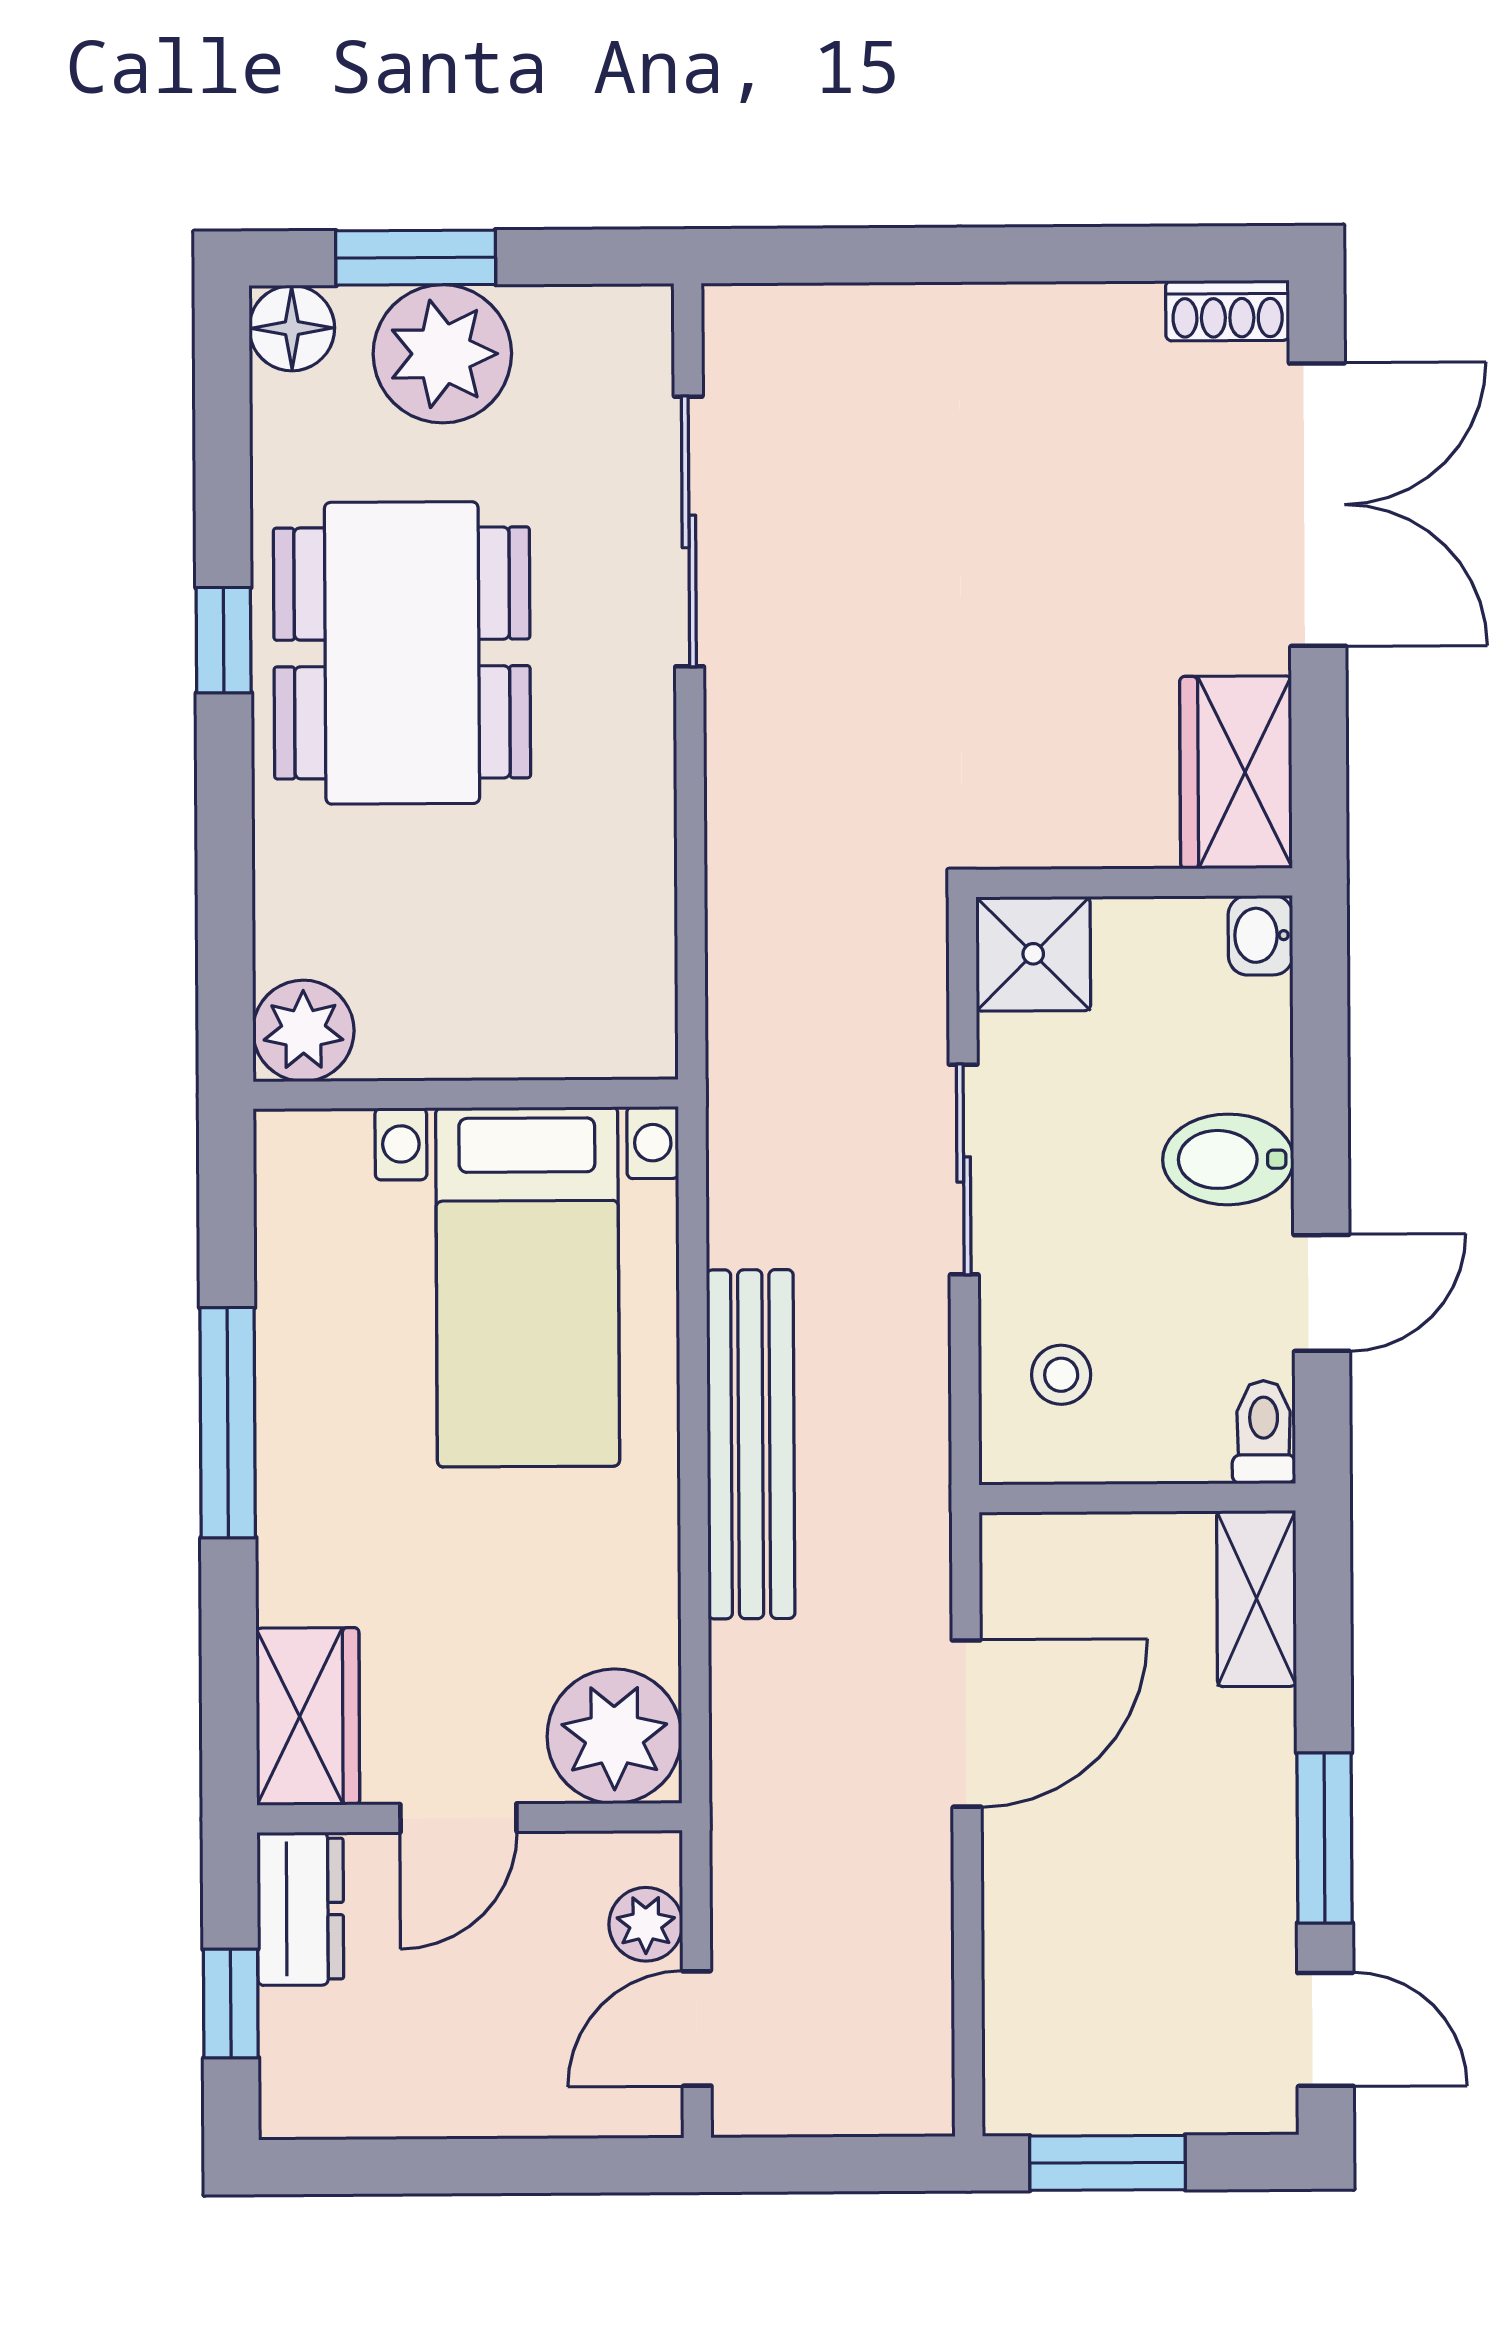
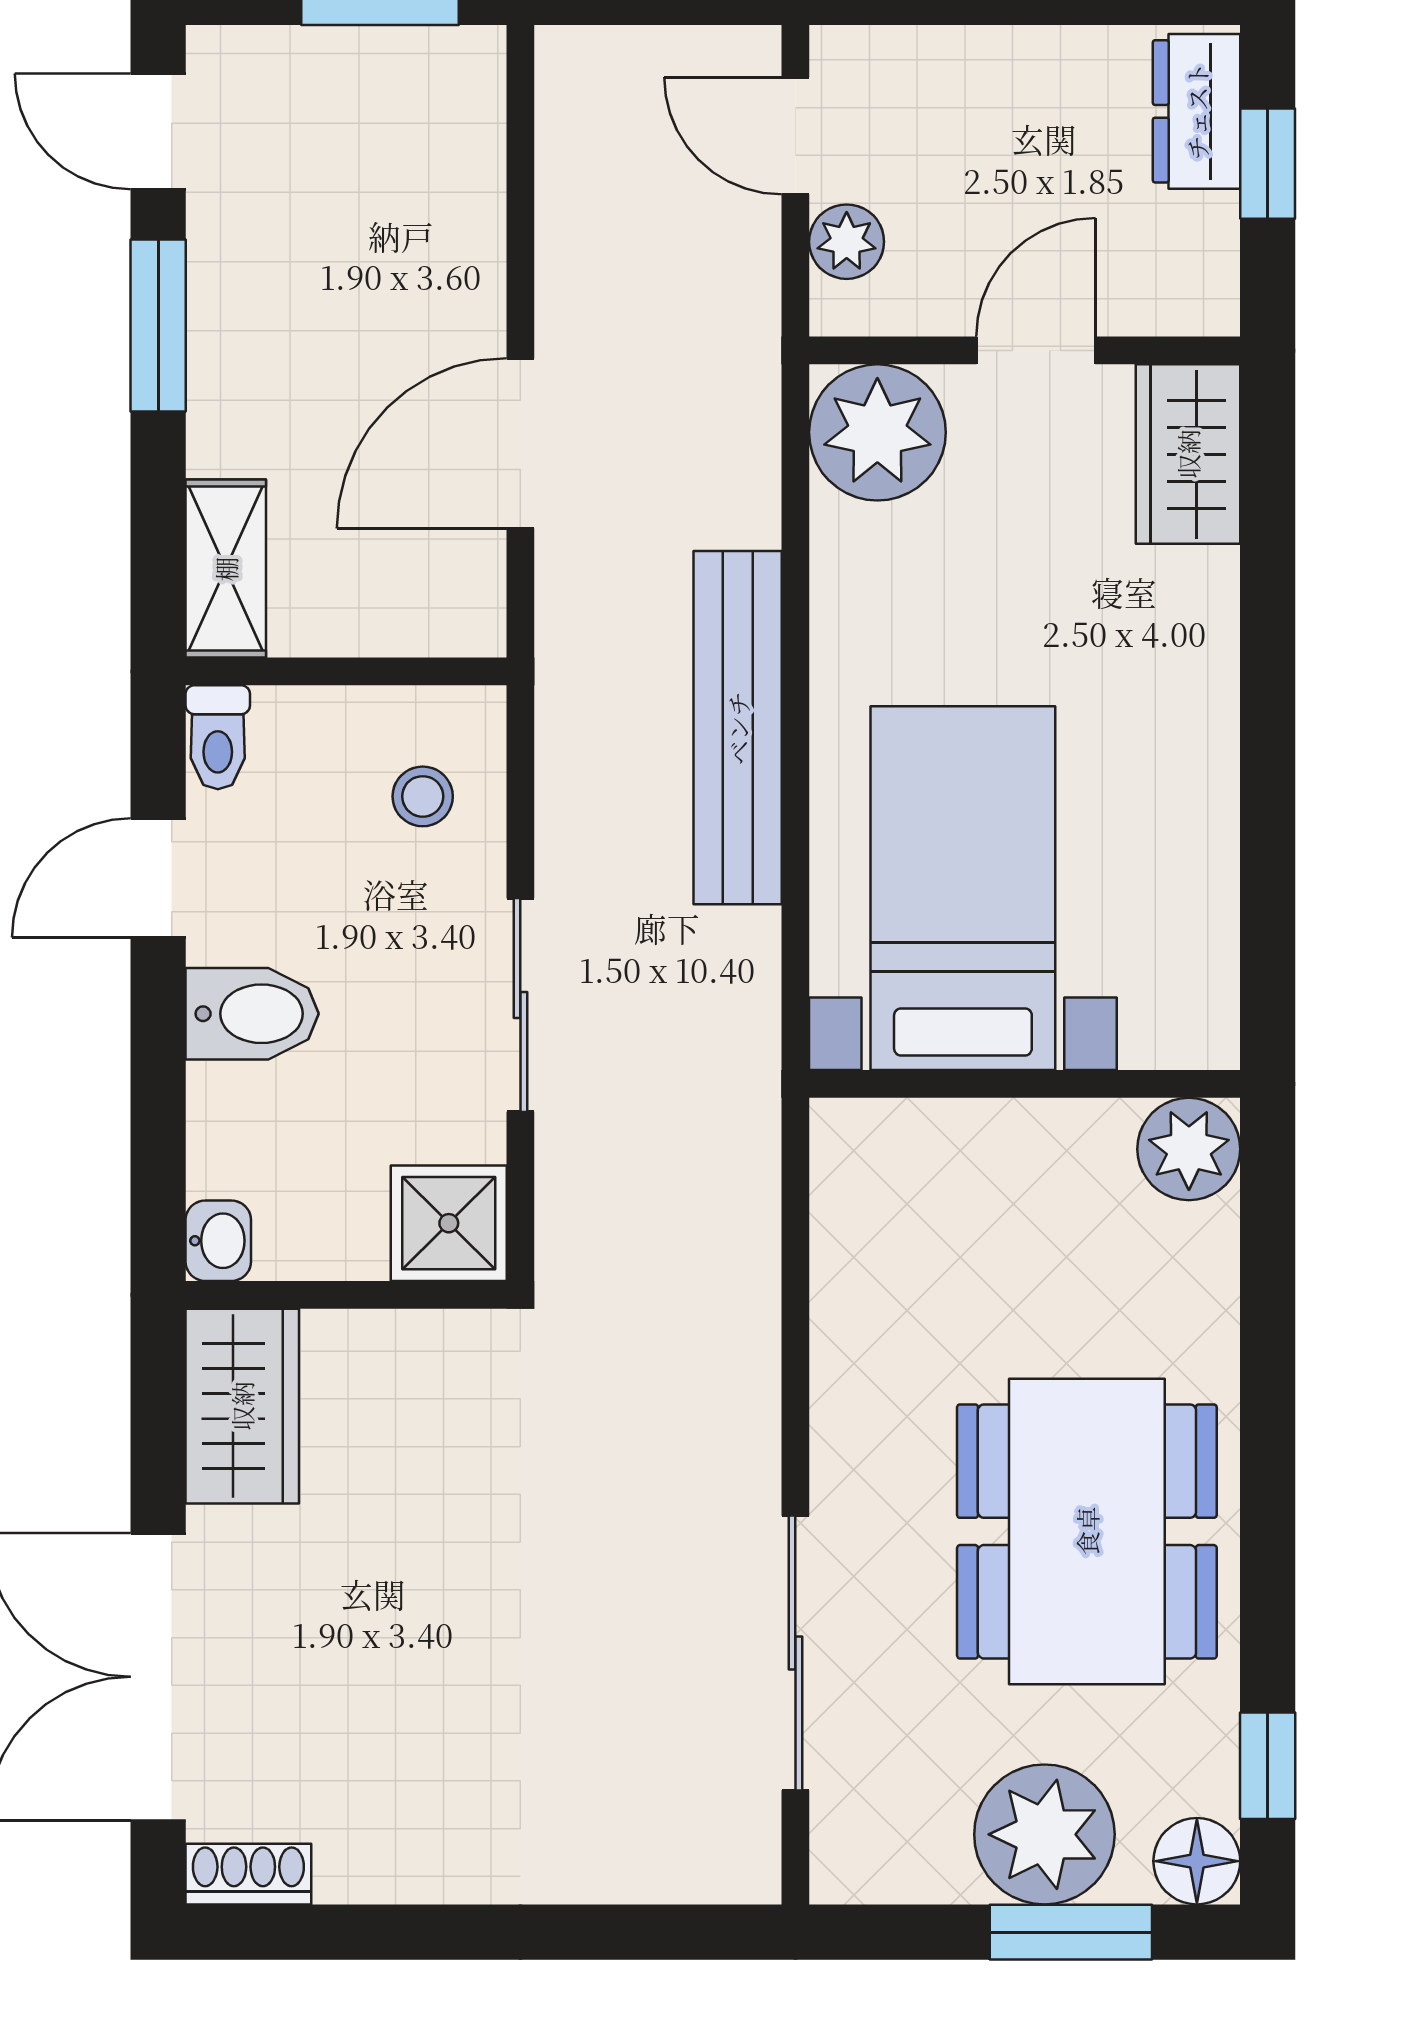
window: (224, 640) -> (1268, 1766), moved
window: (228, 1423) -> (1268, 752), removed
dresser: (300, 1909) -> (1197, 111), moved
door: (697, 2028) -> (795, 136), swing flipped

